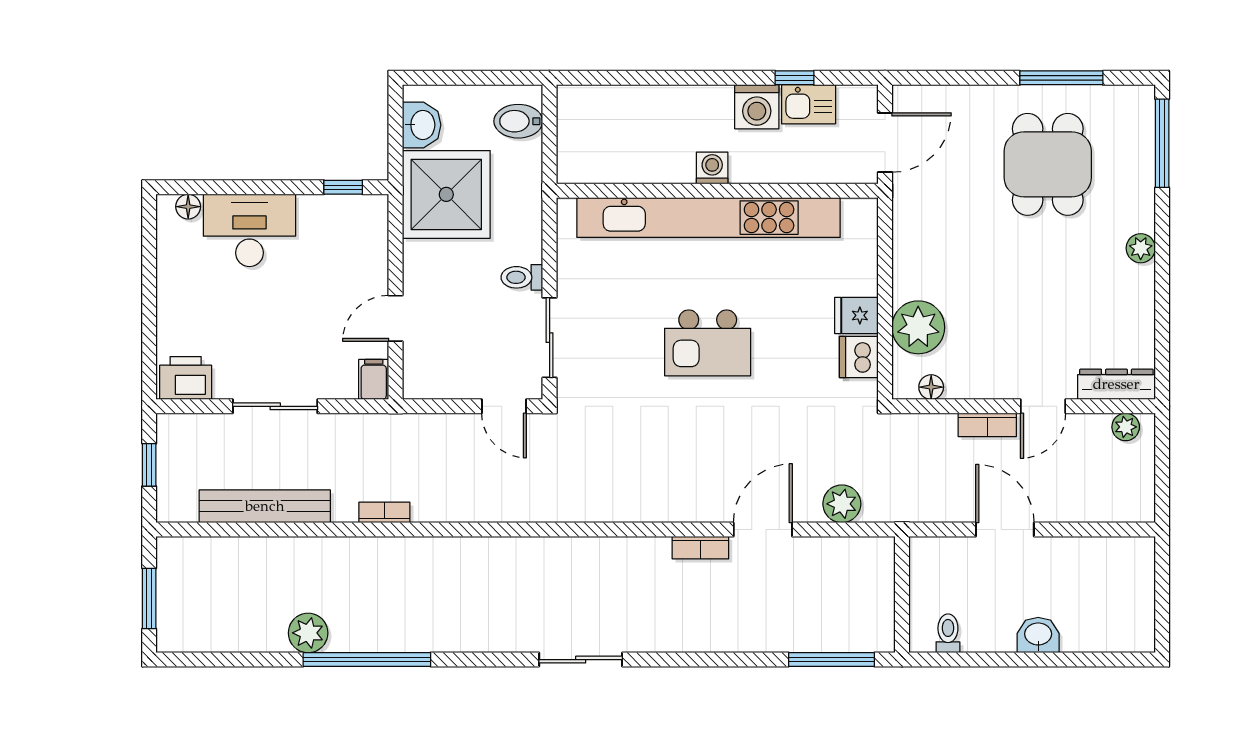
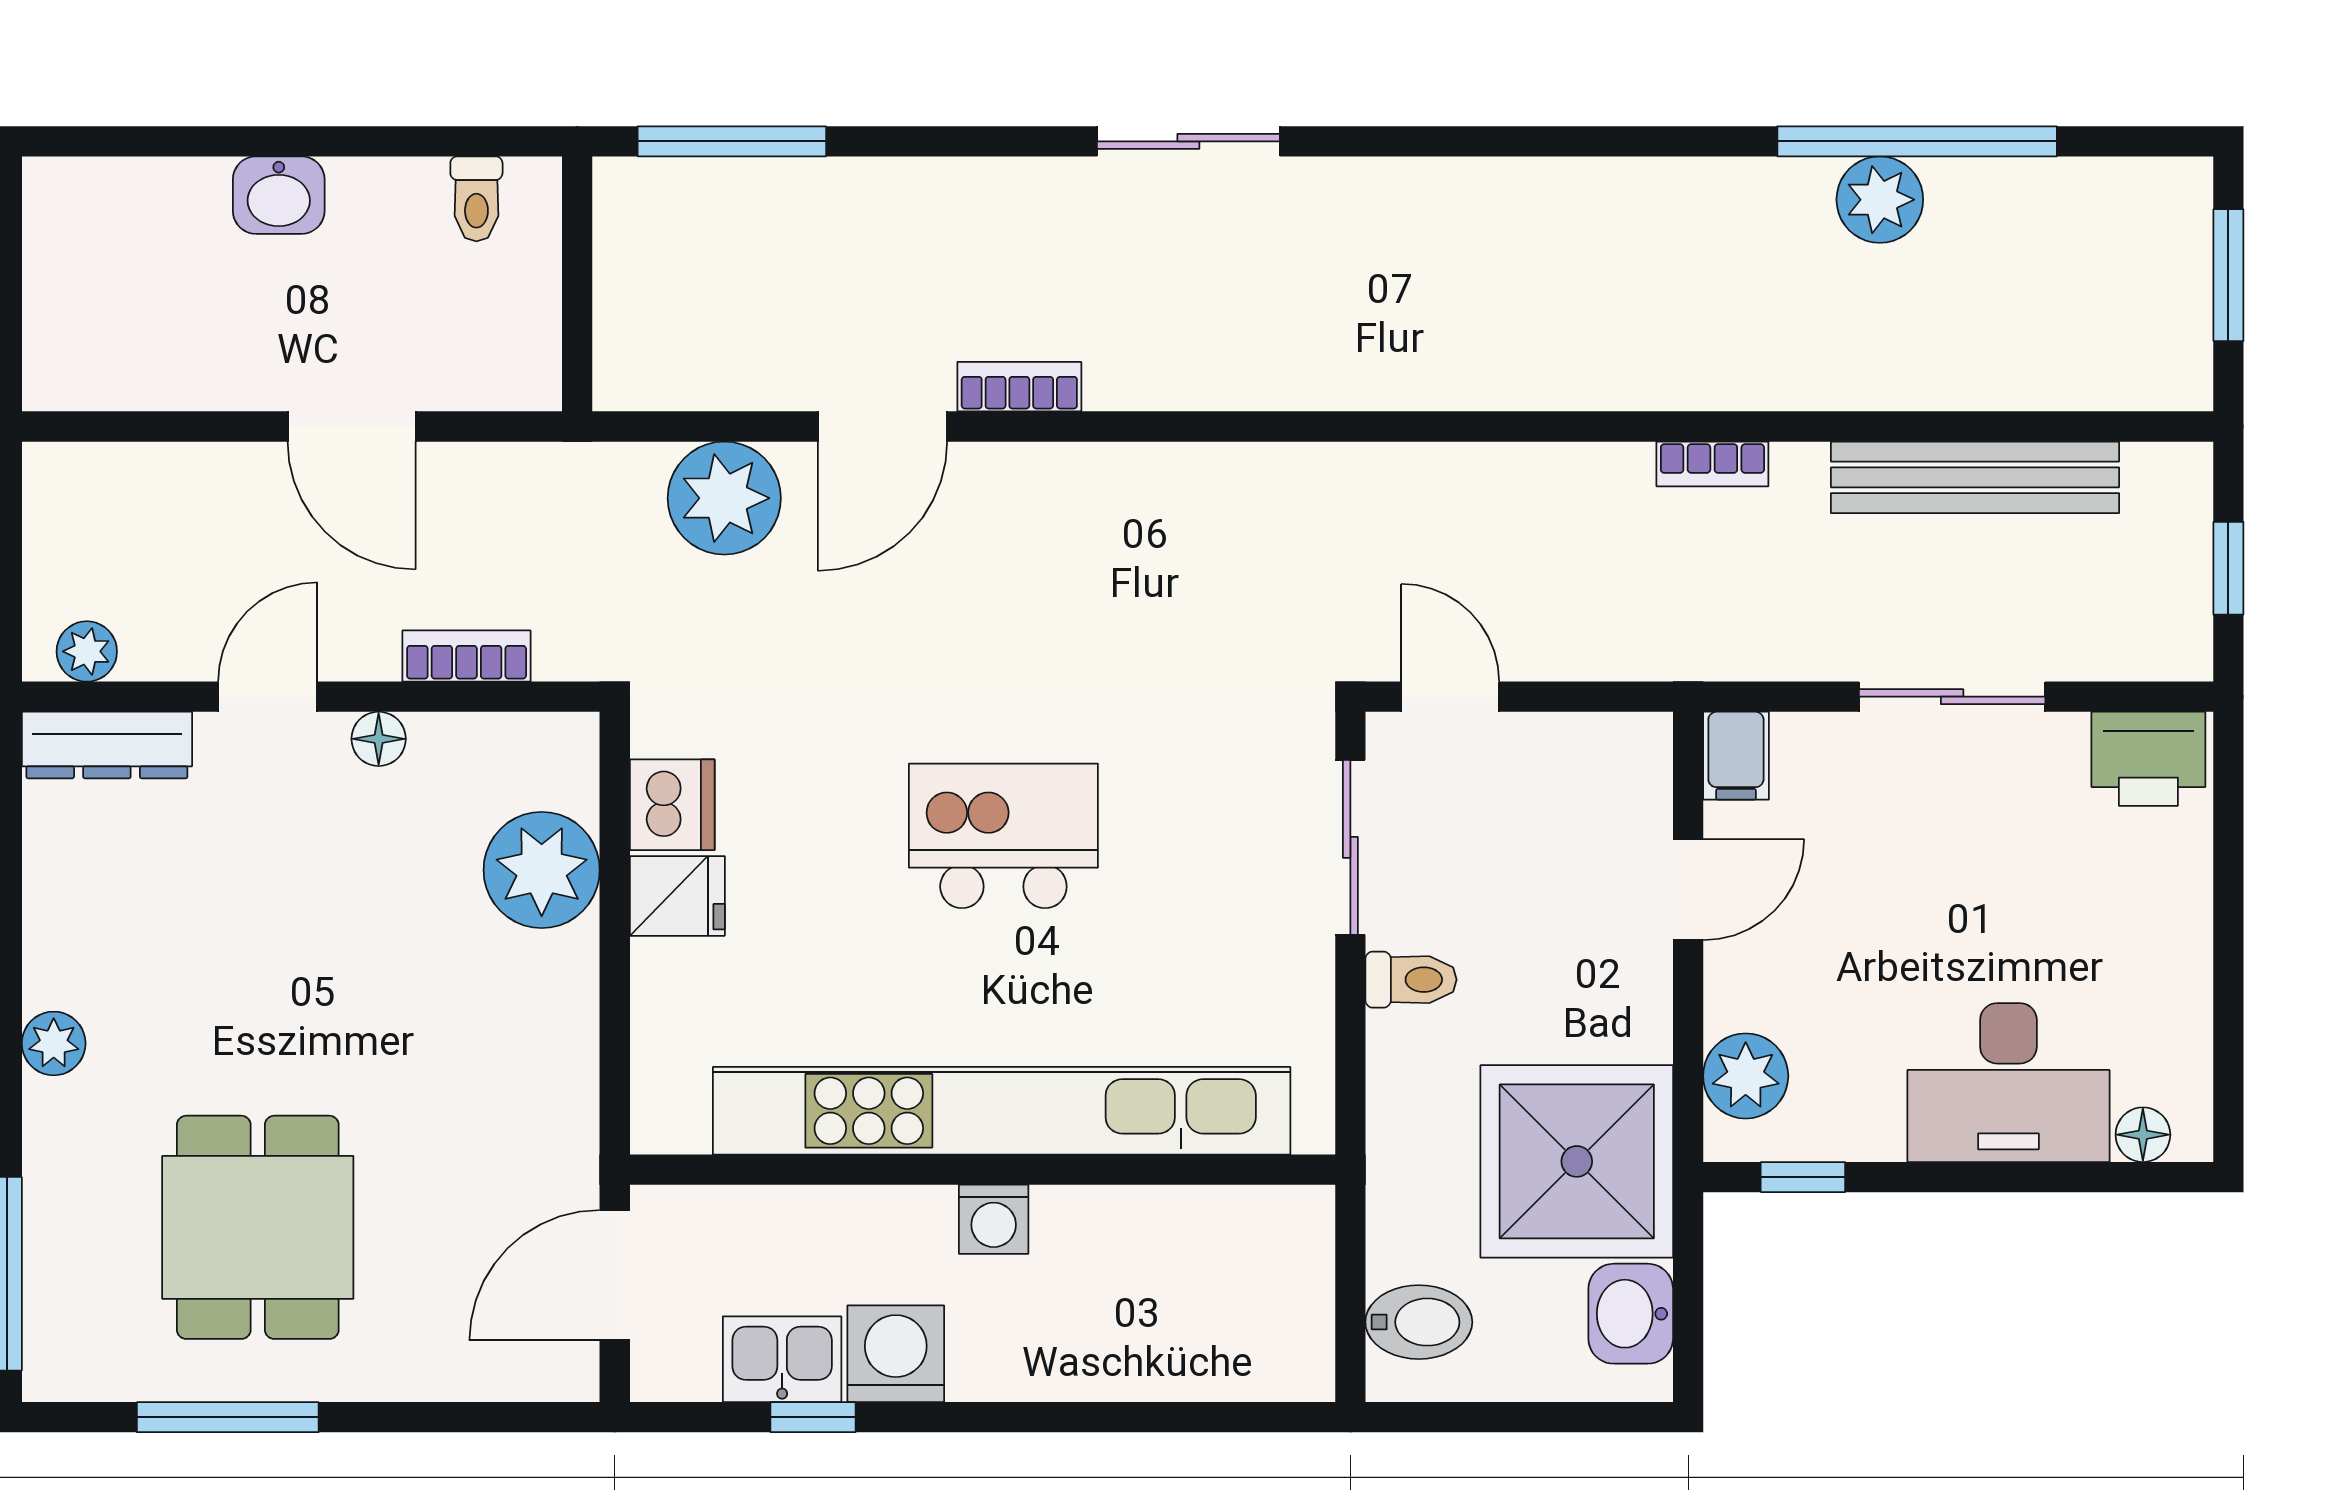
plant: (369, 233) -> (1746, 1076), added
floor lamp: (931, 387) -> (379, 739), moved
bookcase: (987, 425) -> (467, 656), moved
plant: (842, 504) -> (724, 498), width x1.36, depth x1.36
window: (367, 660) -> (1917, 141), moved
sliding door: (581, 660) -> (1188, 141), moved

